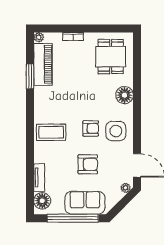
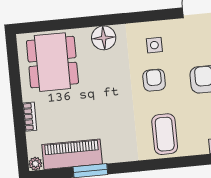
dining table: (111, 57) -> (52, 62), width x1.38
side table: (116, 131) -> (154, 45), width x0.54, depth x0.54

